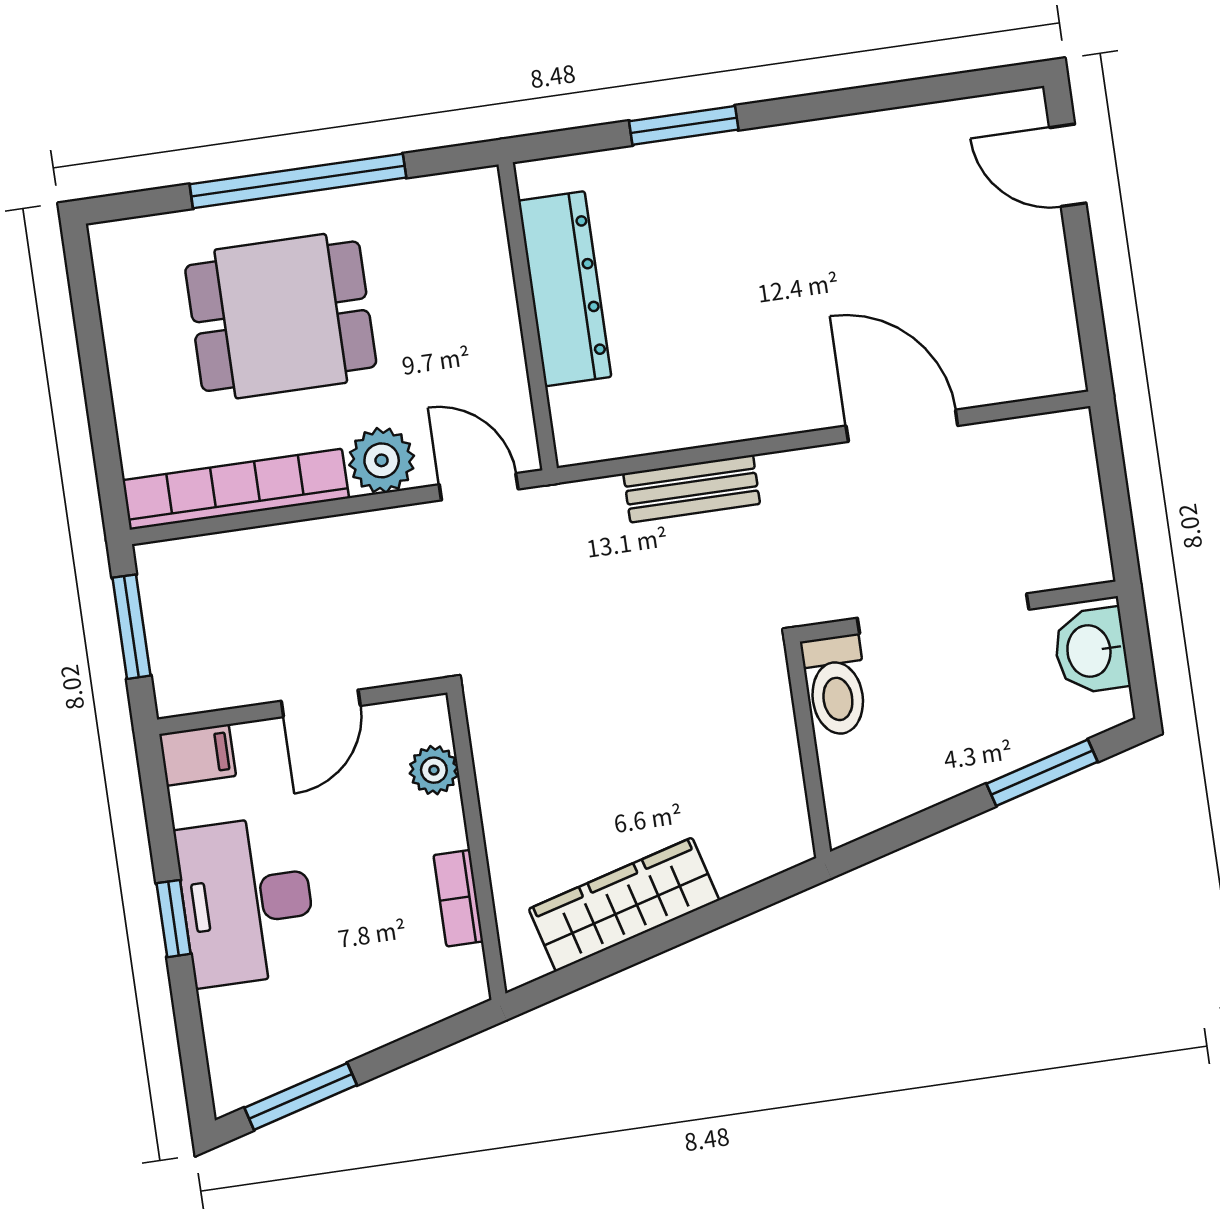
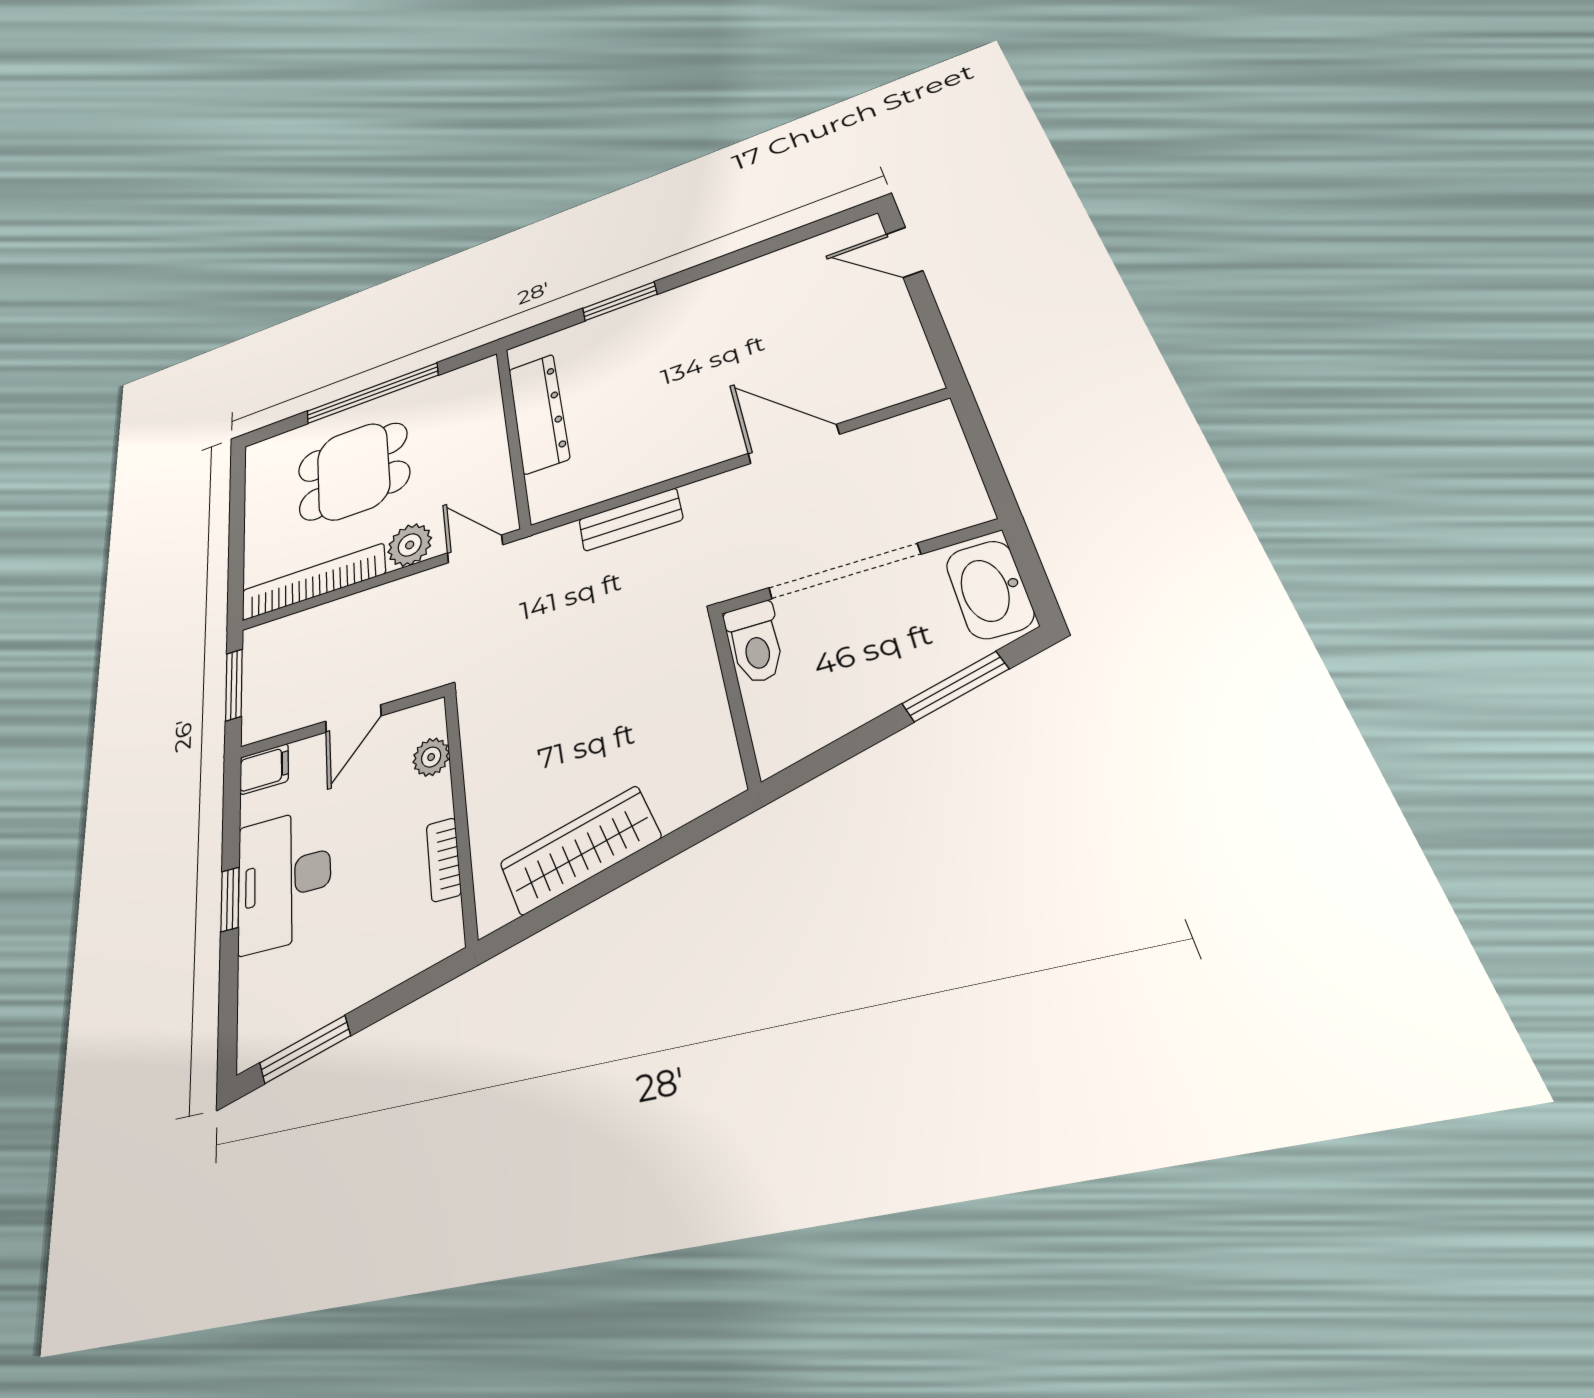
washbasin: (1091, 651) -> (989, 589), width x1.38

